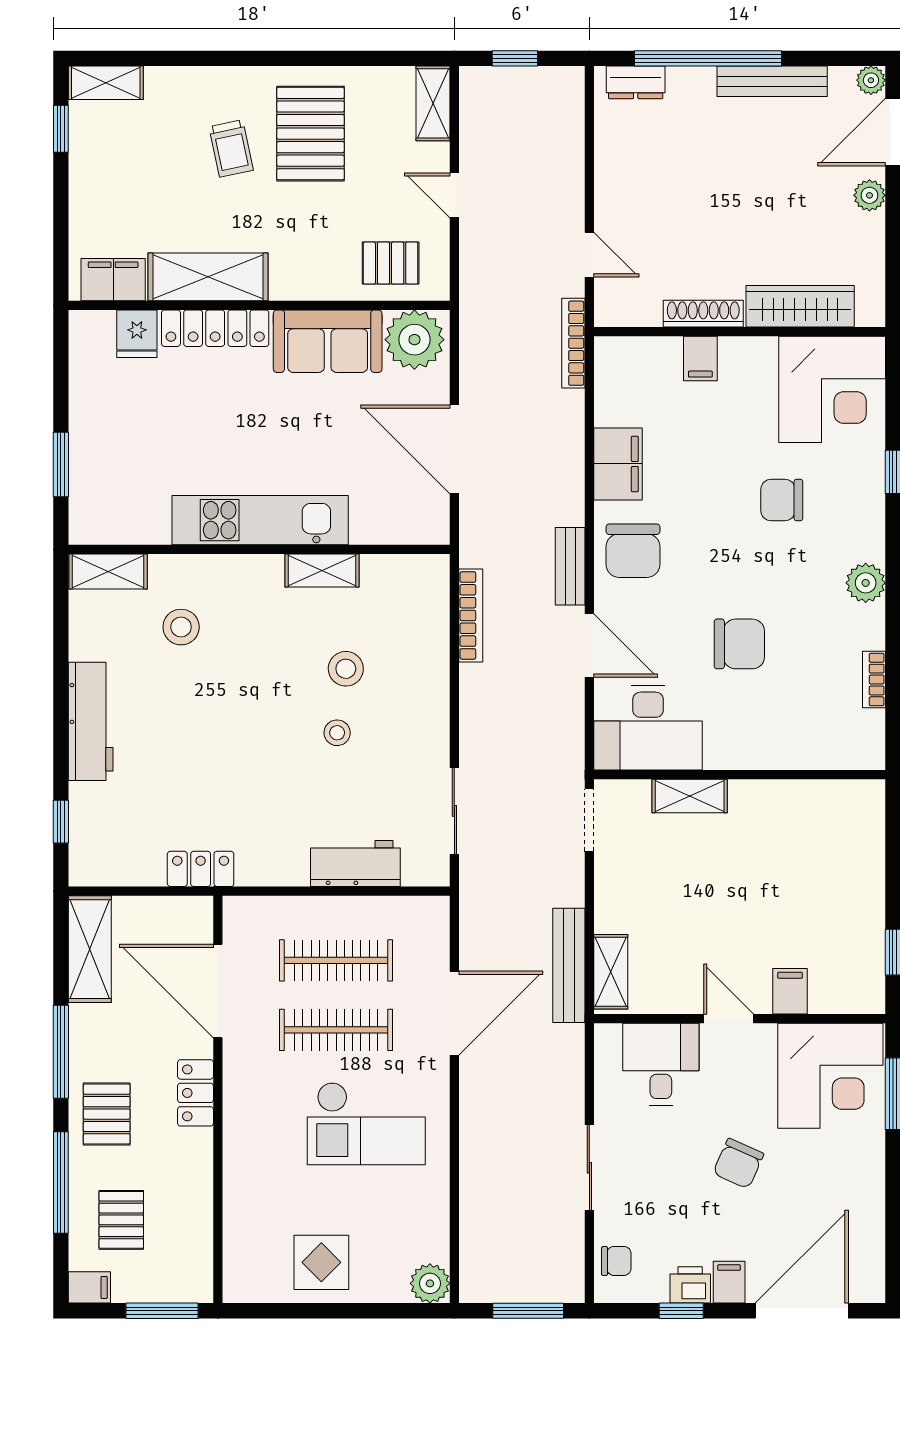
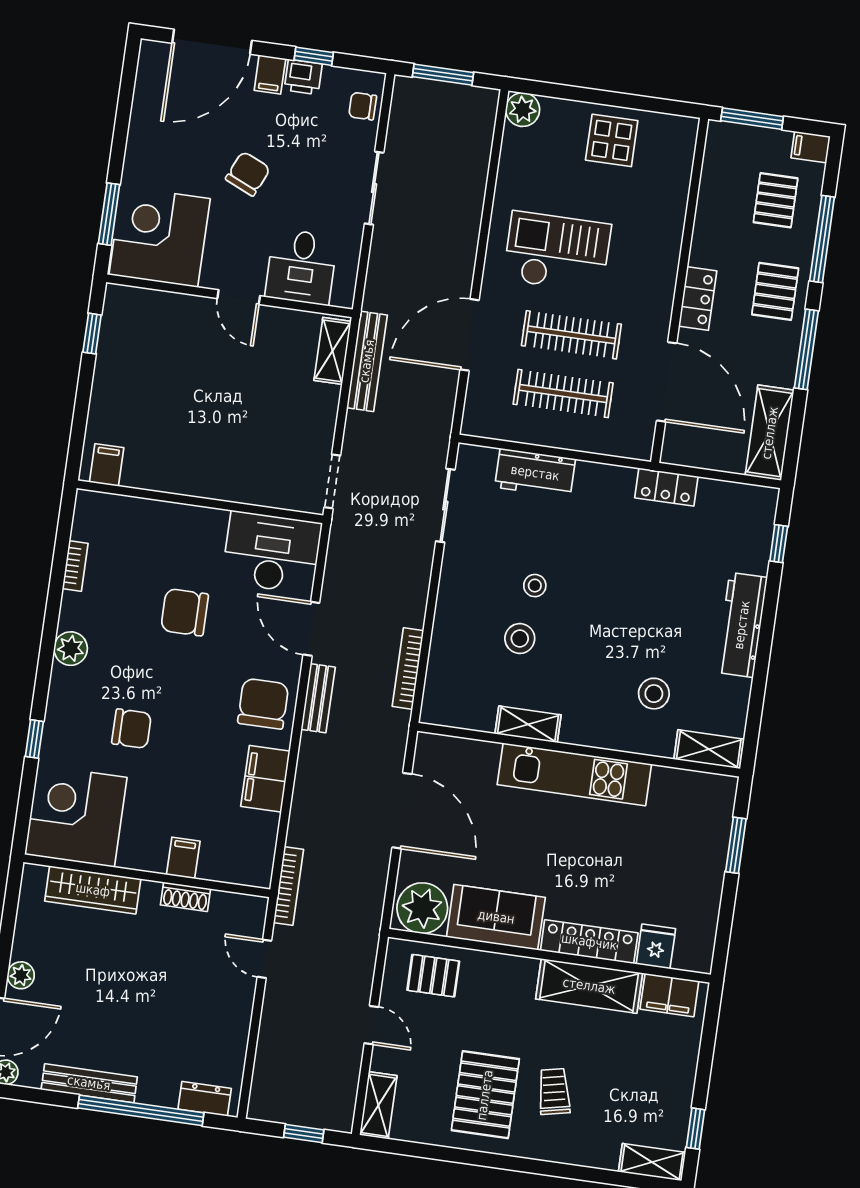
shoe rack: (703, 314) -> (185, 897), width x0.70
shelving: (690, 796) -> (245, 490), removed
filing cabinet: (790, 991) -> (107, 465), moved, turned 180

